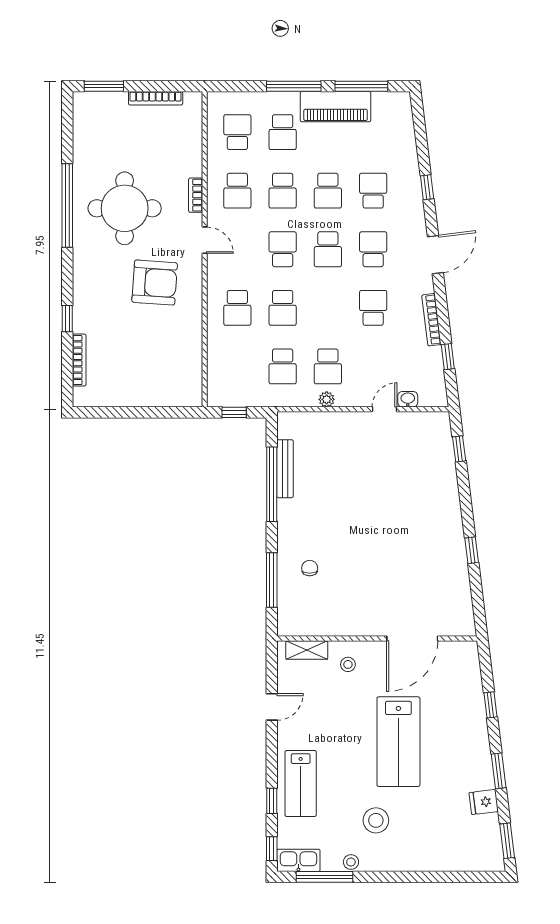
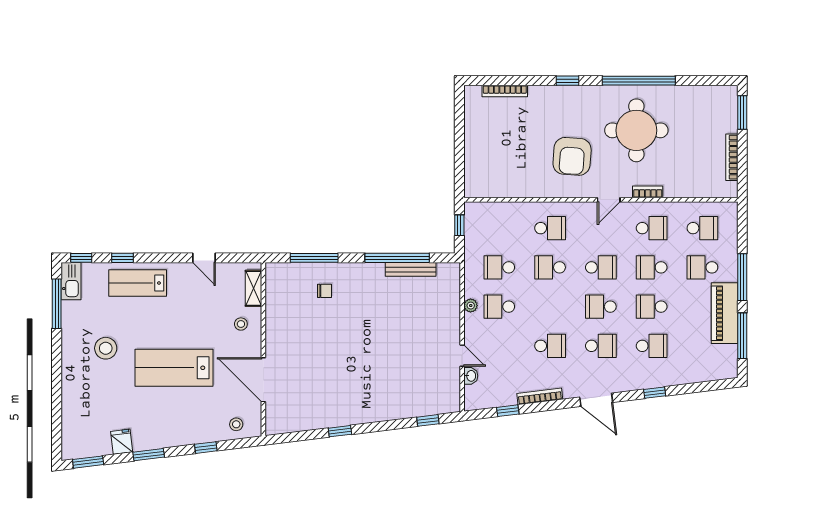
school desk: (237, 191) -> (652, 228), turned 180
school desk: (237, 308) -> (550, 228), turned 180
window: (67, 319) -> (567, 81), moved
stool: (351, 862) -> (236, 424), moved

